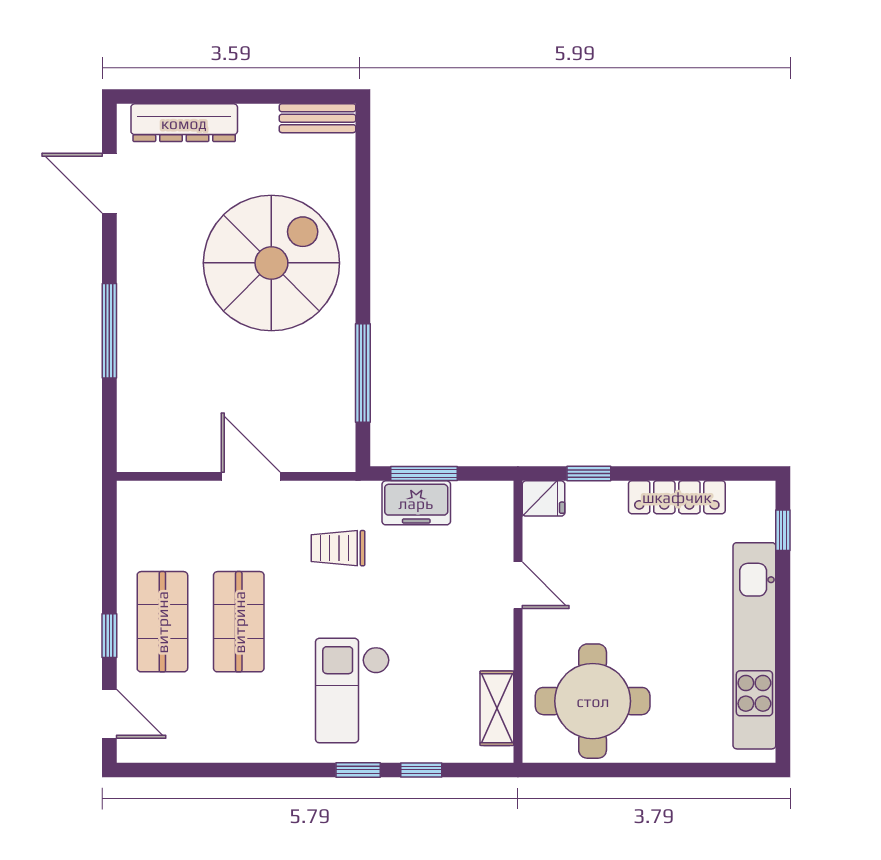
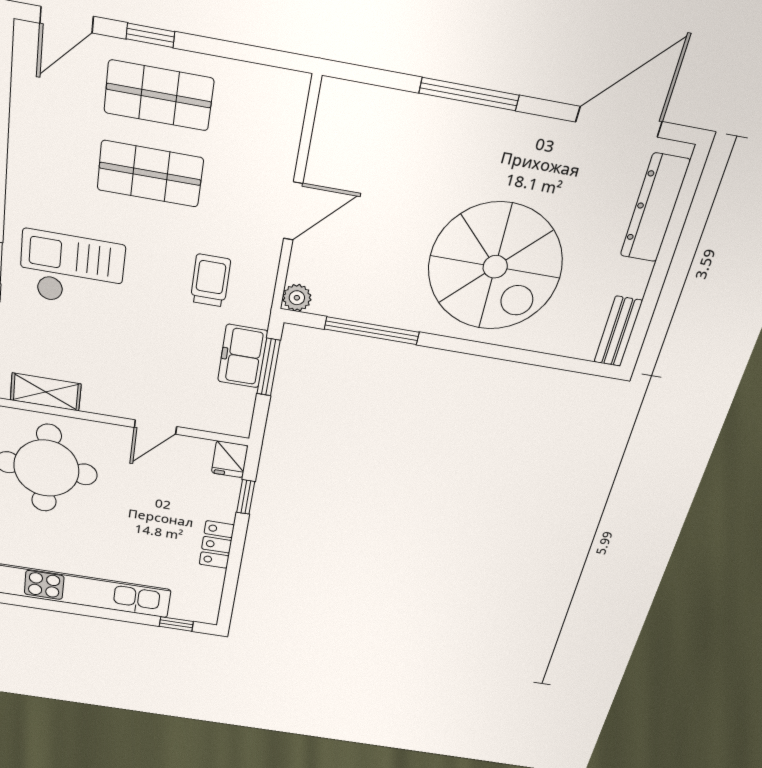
door: (109, 183) -> (619, 122), width x1.36
plant: (341, 457) -> (297, 298), added
locker: (677, 497) -> (217, 545), width x0.66

